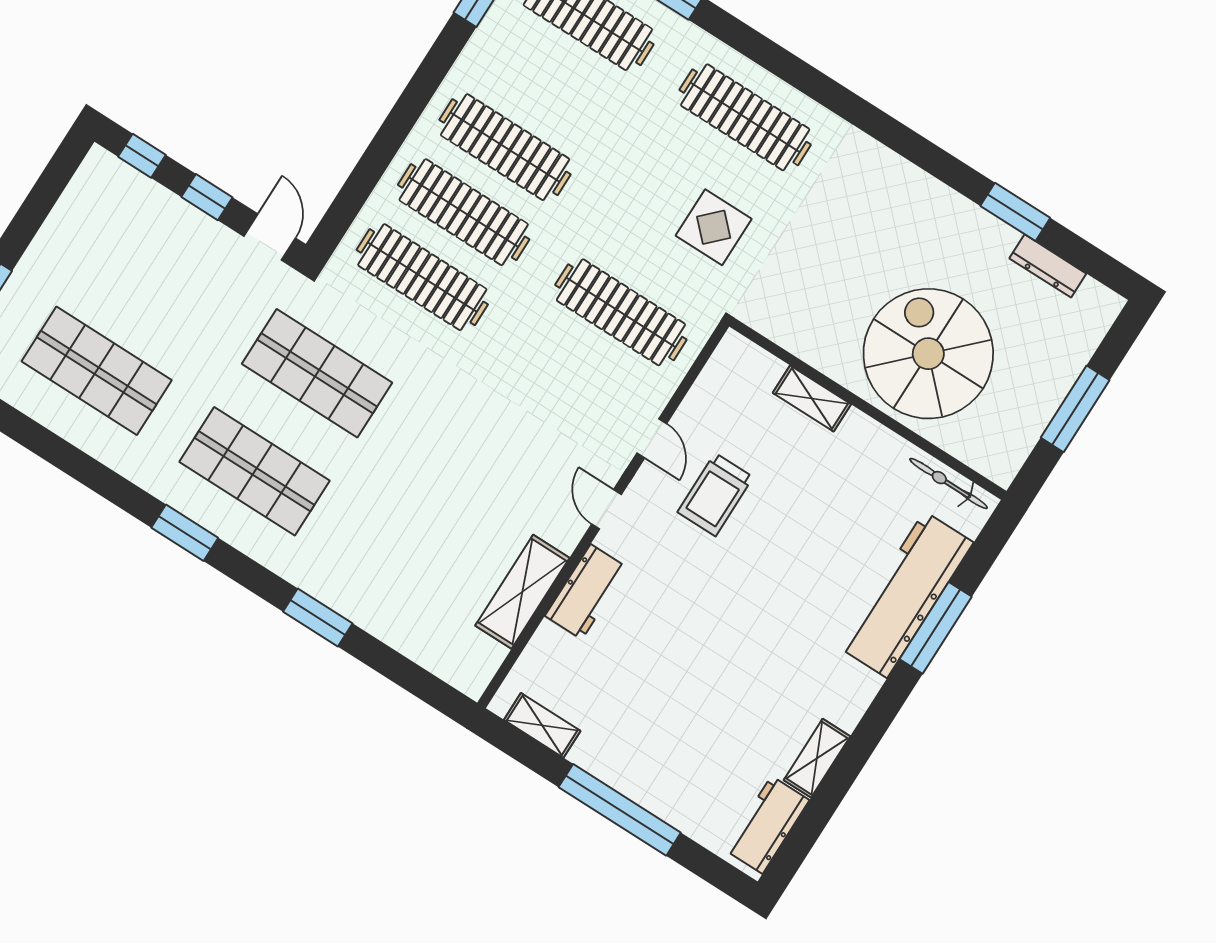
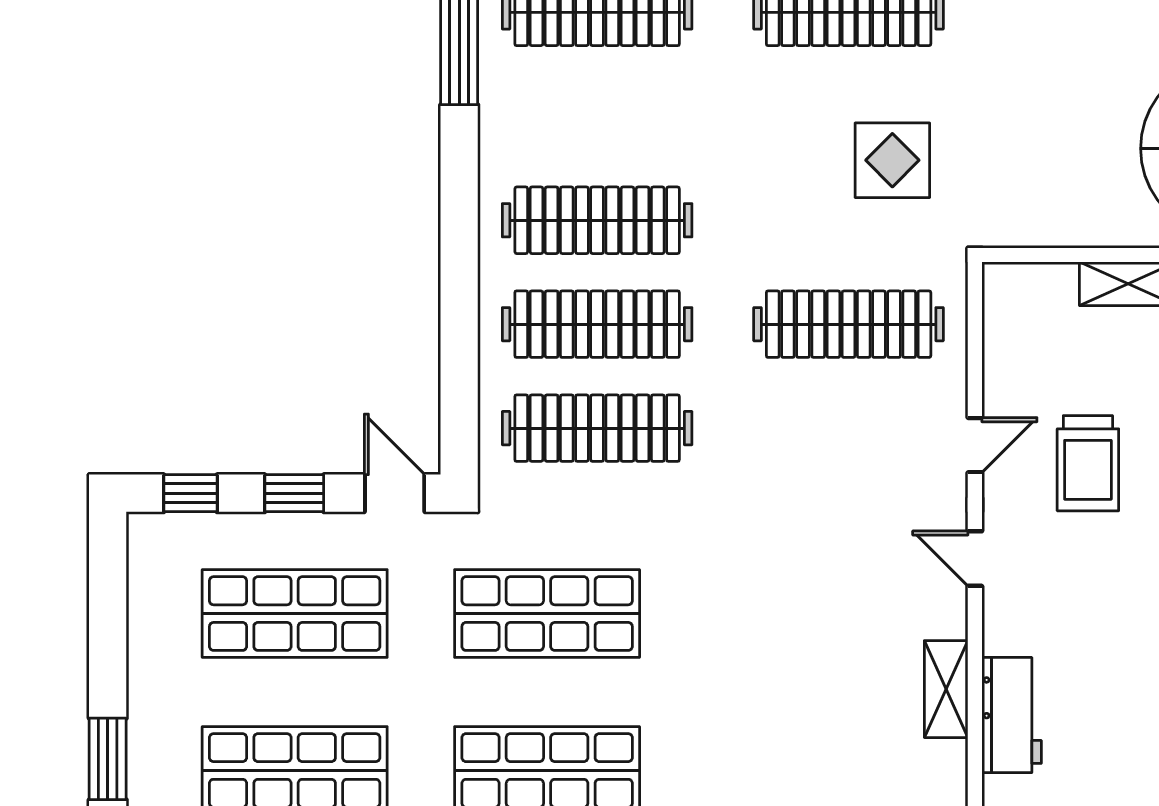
shop shelf: (159, 273) -> (295, 614), added
door: (652, 438) -> (975, 445), hinge flipped
shelving: (522, 592) -> (946, 689), width x0.67, depth x0.75
workbench: (586, 592) -> (1012, 715), moved

